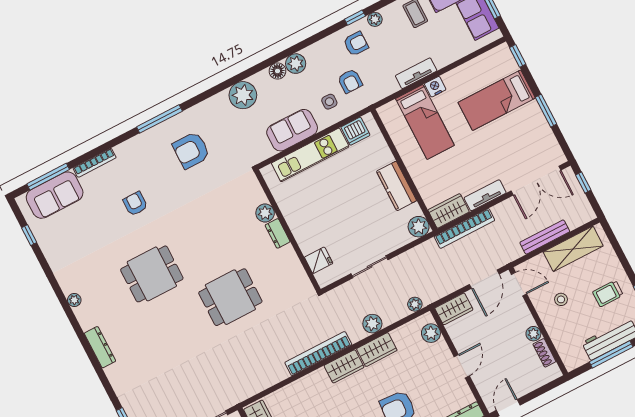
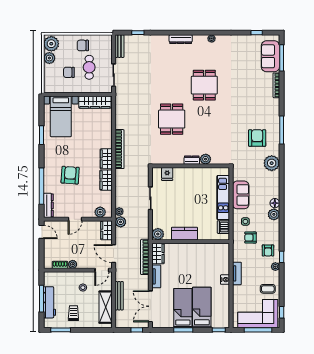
plant: (243, 95) -> (272, 163), moved
bed: (425, 122) -> (183, 308), moved, turned 90
armchair: (135, 204) -> (245, 95), removed
plant: (372, 324) -> (121, 222), moved
door: (462, 366) -> (75, 219), hinge flipped

